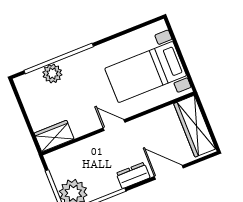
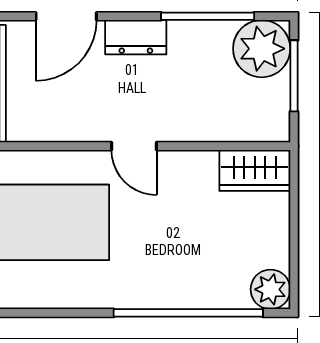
plant: (52, 73) -> (271, 289), moved
door: (169, 172) -> (66, 16), hinge flipped

